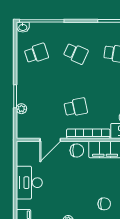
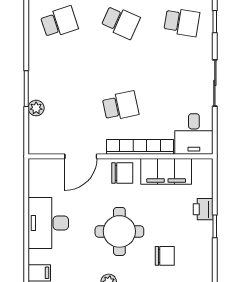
round table: (75, 188) -> (119, 231), added

